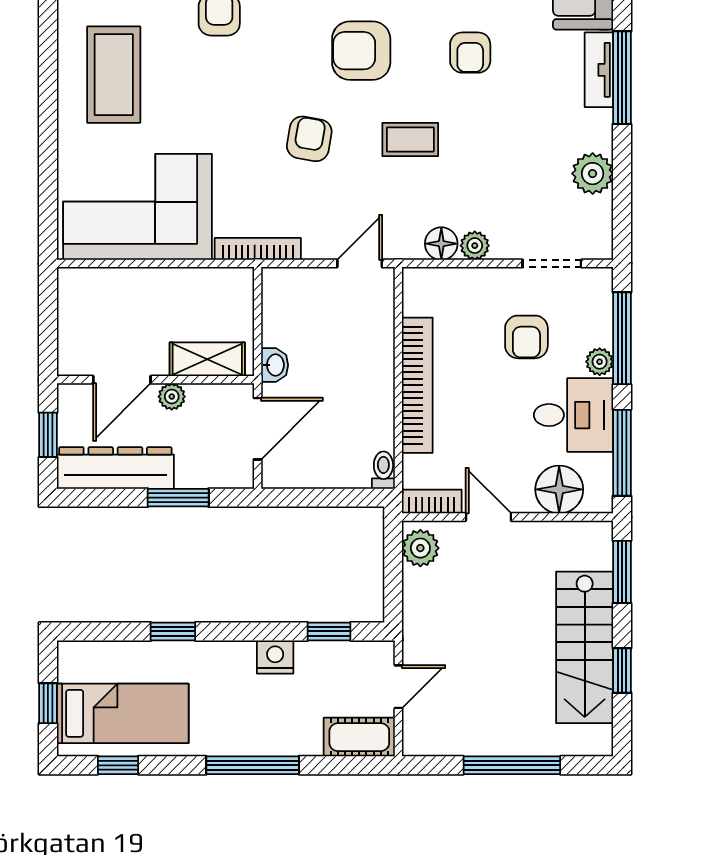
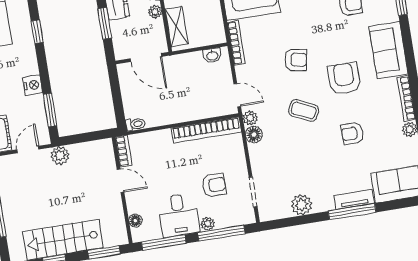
coffee table: (410, 140) -> (304, 110), turned -64
plant: (475, 246) -> (250, 118), moved
armchair: (526, 337) -> (214, 185), turned 180
washbasin: (275, 365) -> (212, 55), moved
bookcase: (417, 385) -> (206, 130), moved
floor lamp: (559, 489) -> (135, 221), width x0.53, depth x0.53
door: (488, 517) -> (121, 181), hinge flipped
plant: (420, 548) -> (60, 156), moved
window: (329, 631) -> (50, 110), width x1.50
door: (398, 687) -> (28, 149), swing flipped

